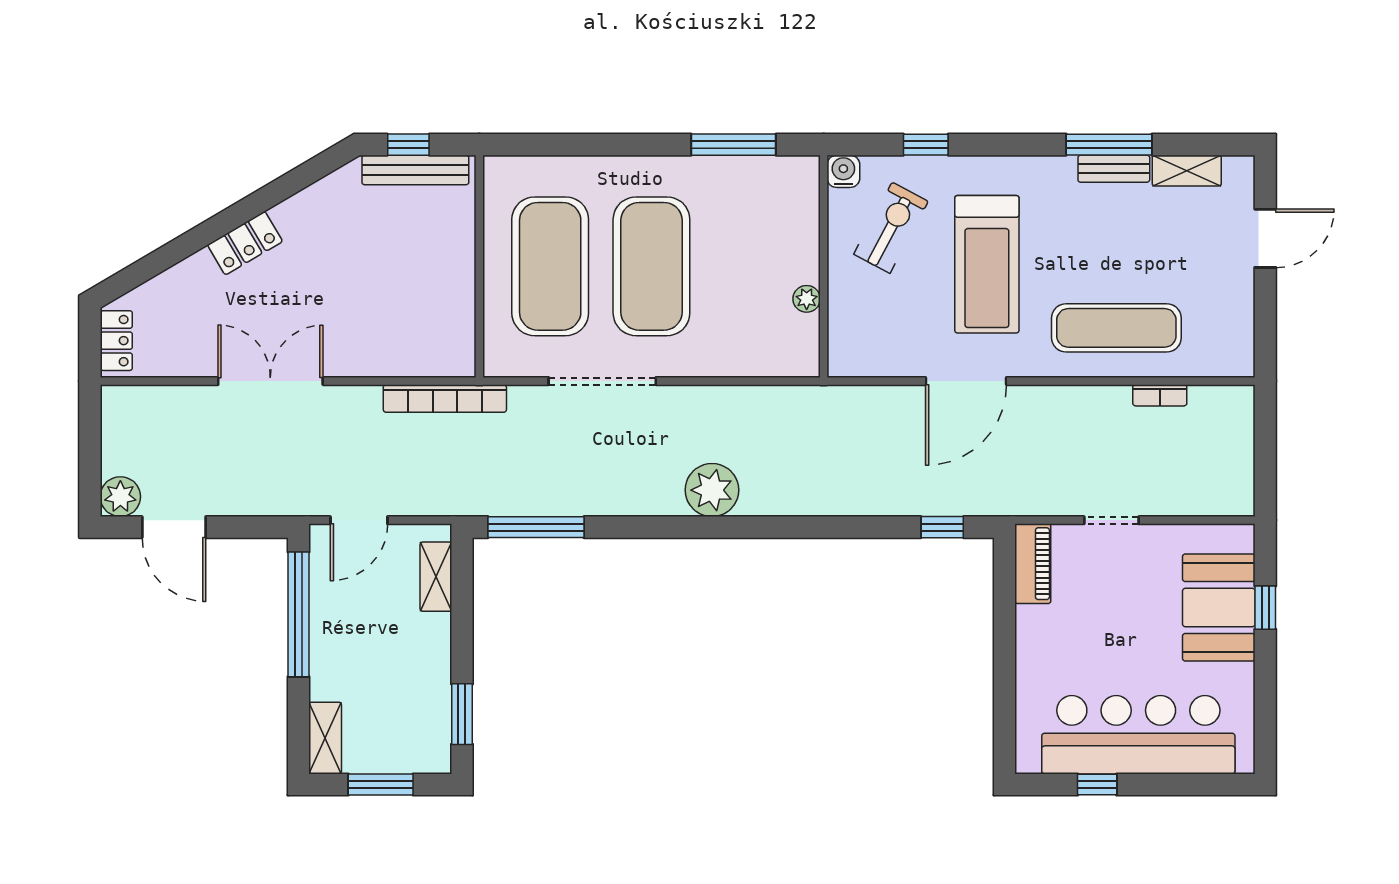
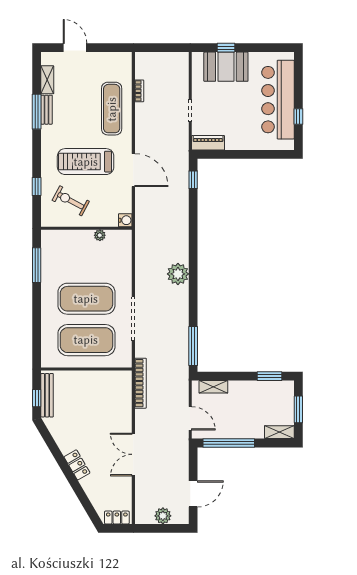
water cooler: (843, 171) -> (125, 220), moved, turned 180
treadmill: (987, 264) -> (86, 162), turned 180
plant: (120, 497) -> (163, 516), moved

